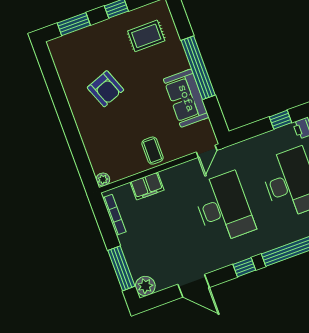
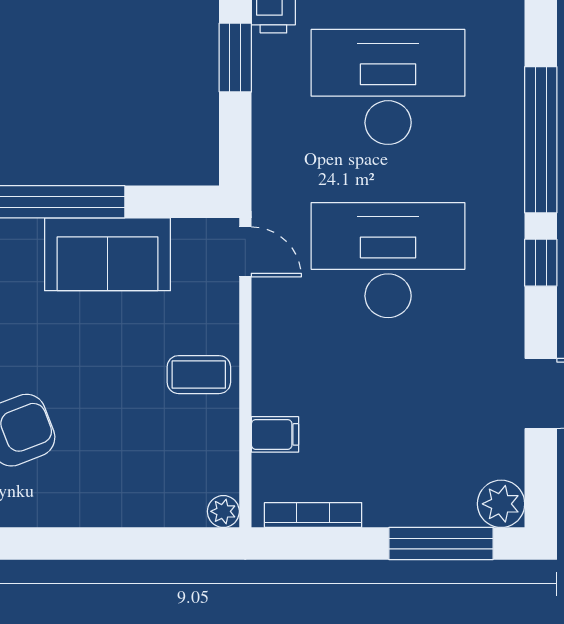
window: (281, 120) -> (235, 58), width x1.50
filing cabinet: (147, 186) -> (275, 434), width x0.50

